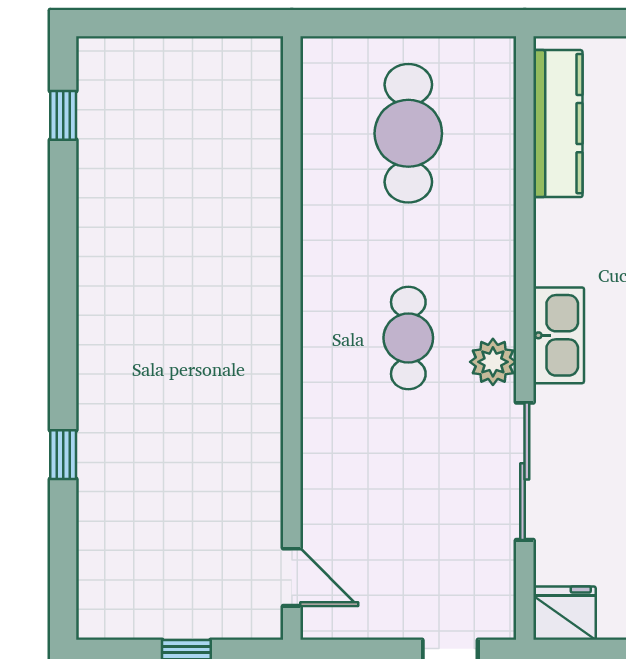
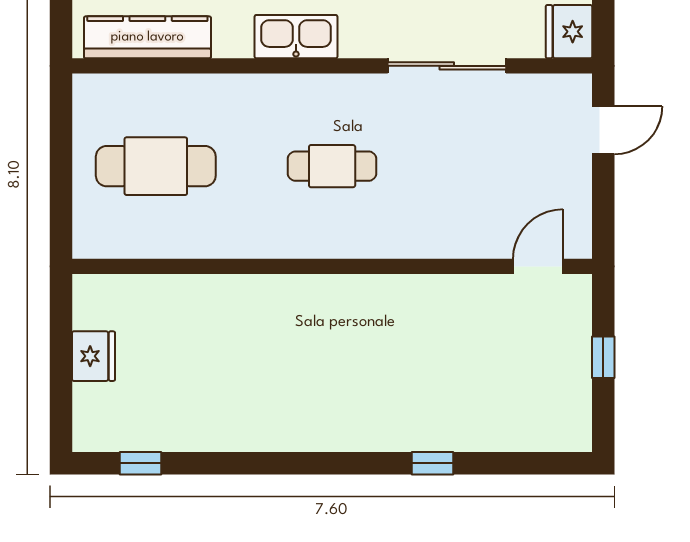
fridge: (188, 61) -> (94, 356), added
kitchen sink: (559, 335) -> (296, 37), moved
plant: (493, 362) -> (353, 93), removed

